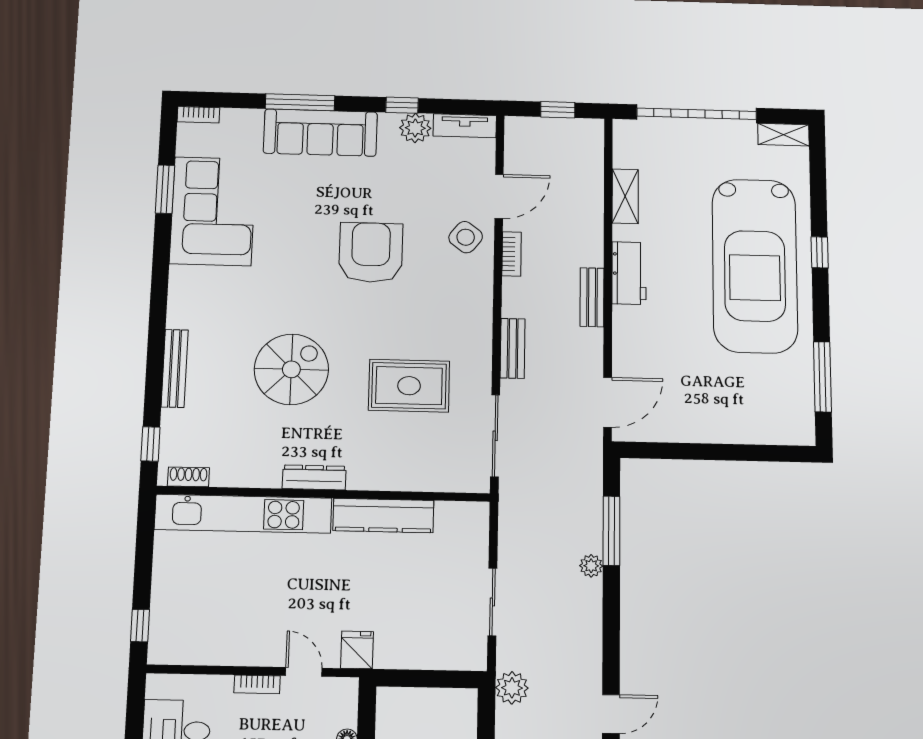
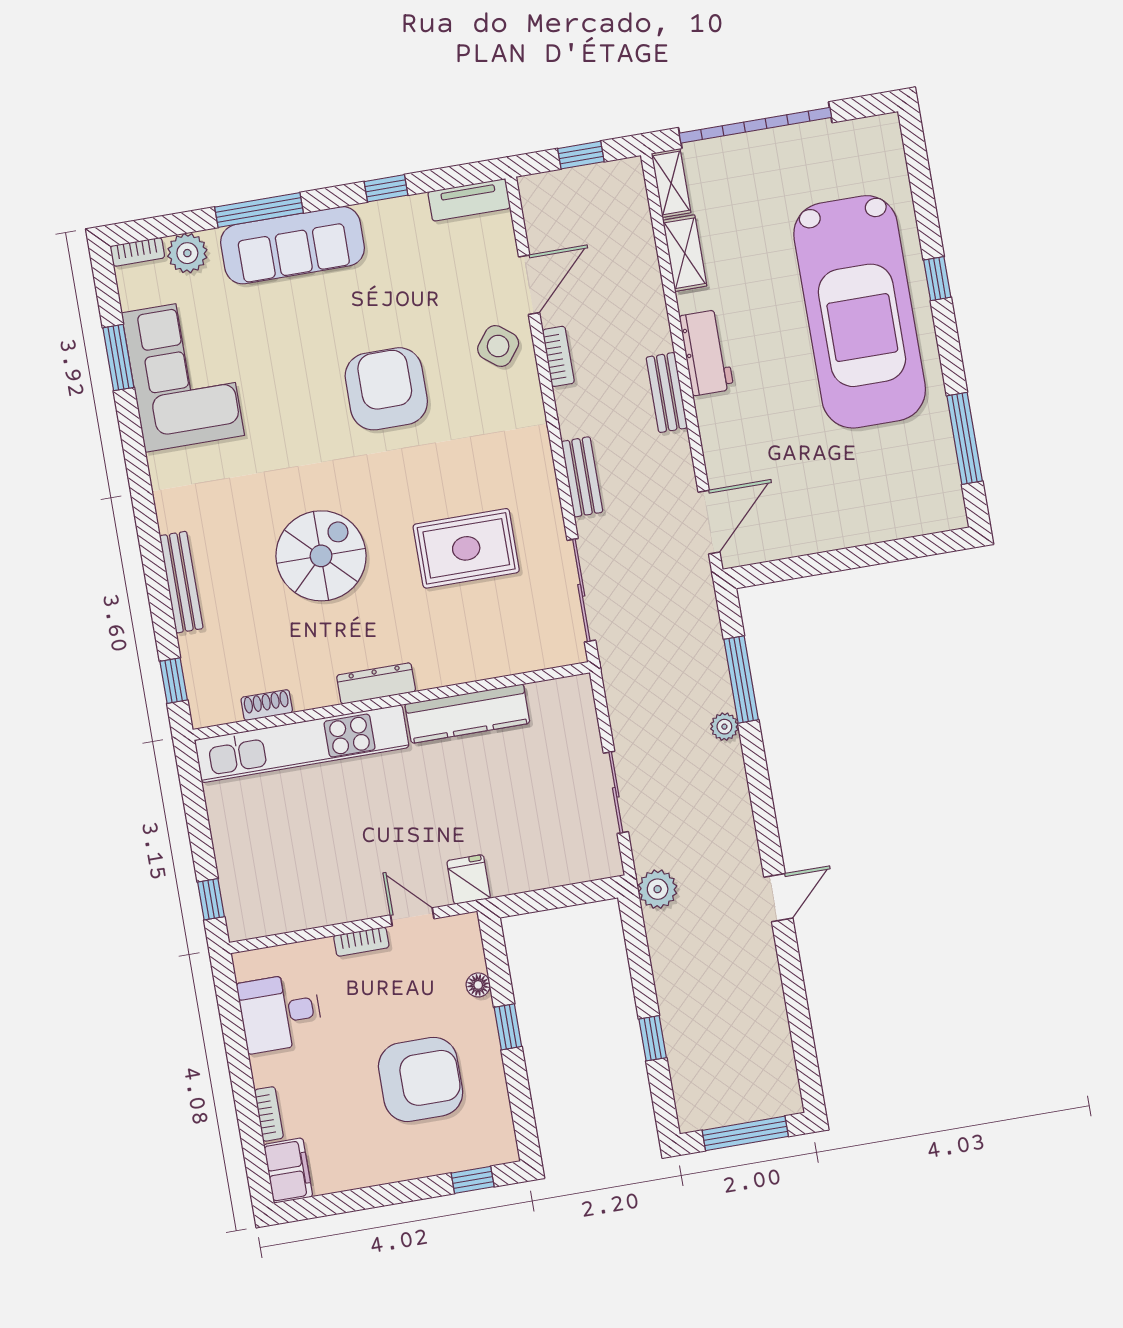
plant: (415, 128) -> (187, 253), moved
shelving: (784, 135) -> (671, 183), moved, turned 90
shoe rack: (188, 477) -> (267, 705), moved

